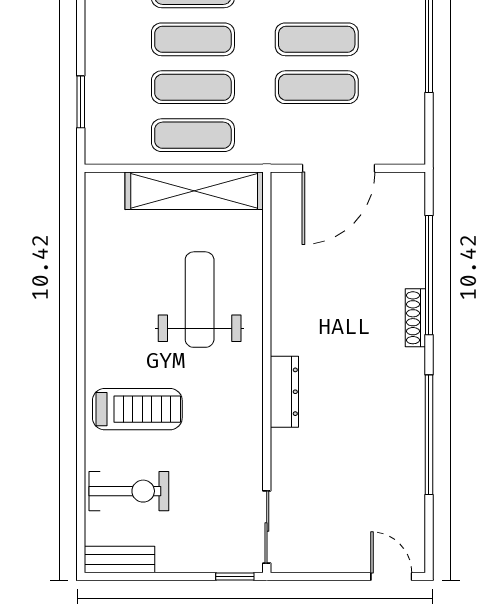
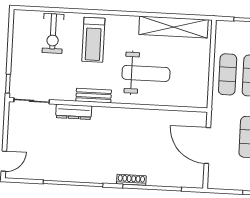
shelving: (194, 191) -> (173, 27), moved, turned 90
dresser: (284, 392) -> (74, 112), moved
bench: (119, 559) -> (94, 96), moved, turned 90

